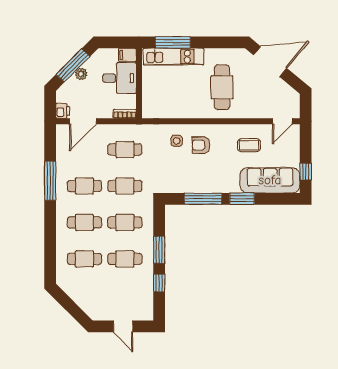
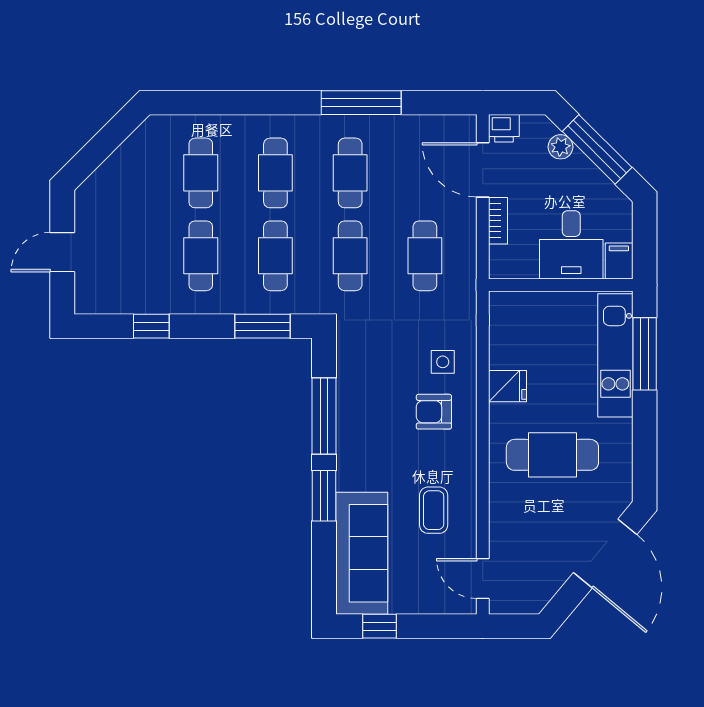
plant: (81, 74) -> (561, 147), moved
fridge: (188, 109) -> (508, 386), added
bookcase: (125, 114) -> (498, 221), moved
armchair: (201, 145) -> (434, 412), turned -90
window: (159, 250) -> (263, 326), moved

